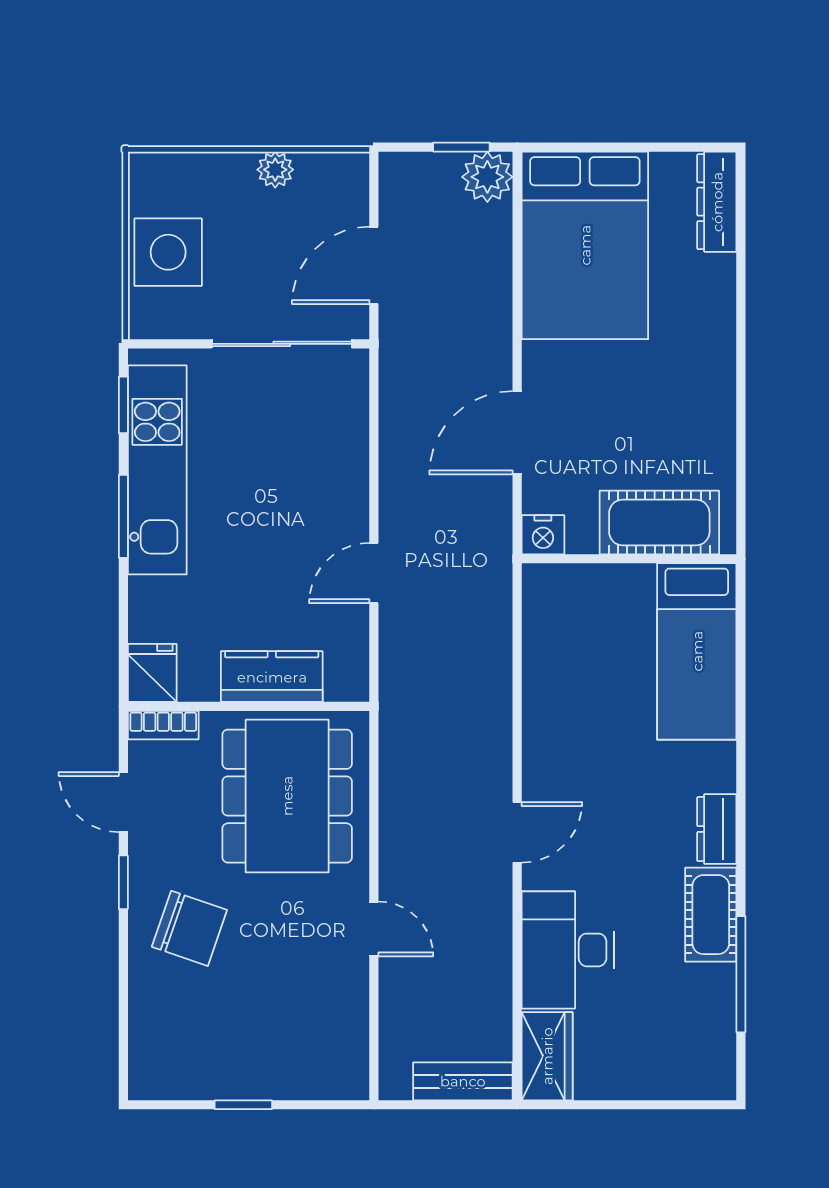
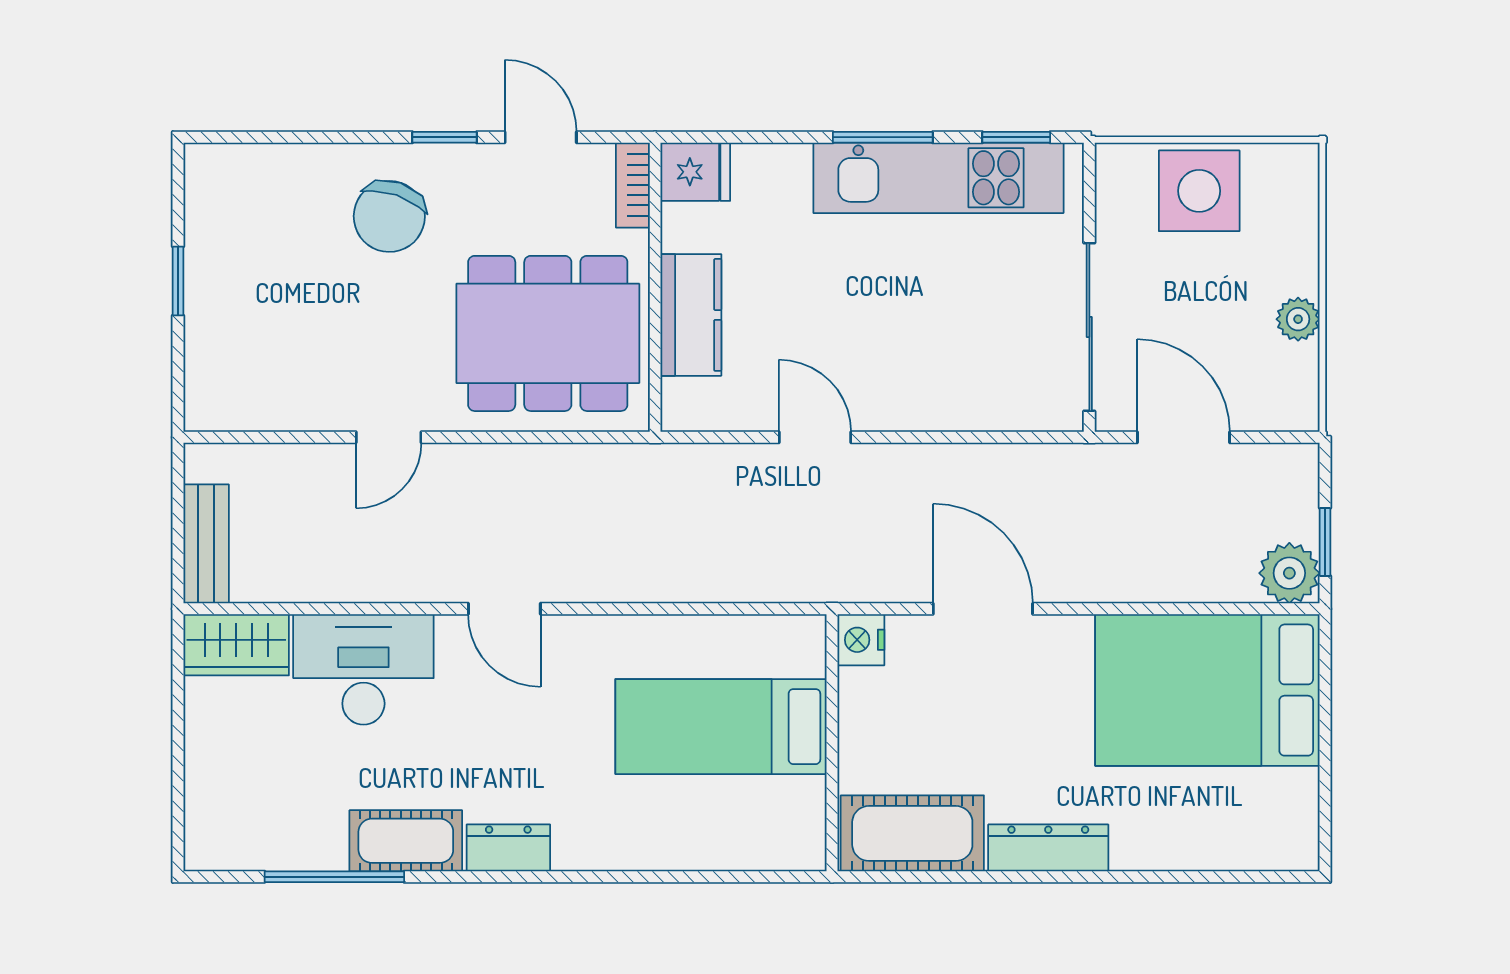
dresser: (717, 202) -> (1048, 848), moved
cot: (659, 523) -> (912, 833), moved, turned 90
bed: (697, 651) -> (721, 727), moved
door: (123, 802) -> (541, 137), hinge flipped

